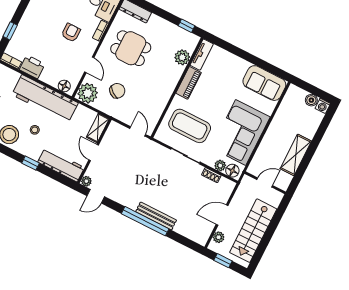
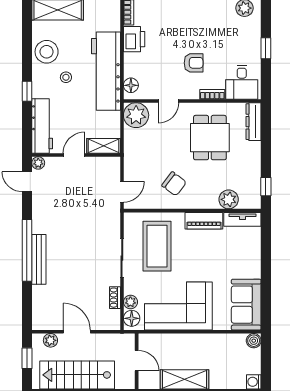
chair: (117, 91) -> (174, 184), moved
boiler: (311, 100) -> (254, 341), moved

